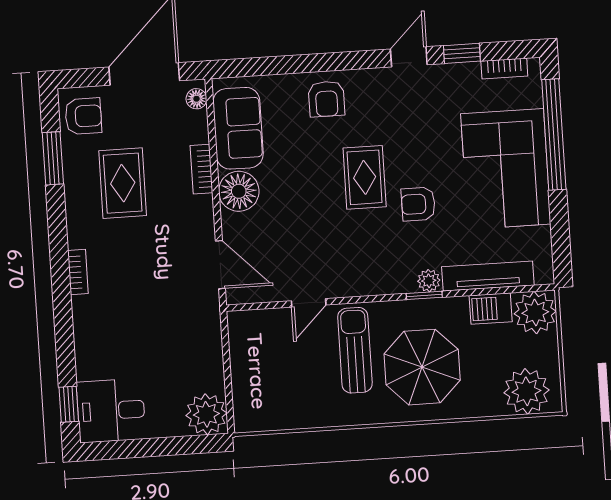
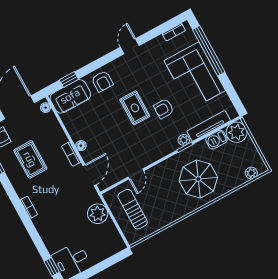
window: (462, 53) -> (69, 79), moved
sofa: (238, 128) -> (70, 96), moved, turned 90
bookcase: (202, 169) -> (71, 154), moved
floor lamp: (239, 191) -> (81, 146), width x0.53, depth x0.53
door: (220, 265) -> (90, 175), hinge flipped
sun lounger: (355, 350) -> (133, 209), moved
plant: (526, 391) -> (251, 173), width x0.53, depth x0.53
plant: (206, 414) -> (98, 214), moved

